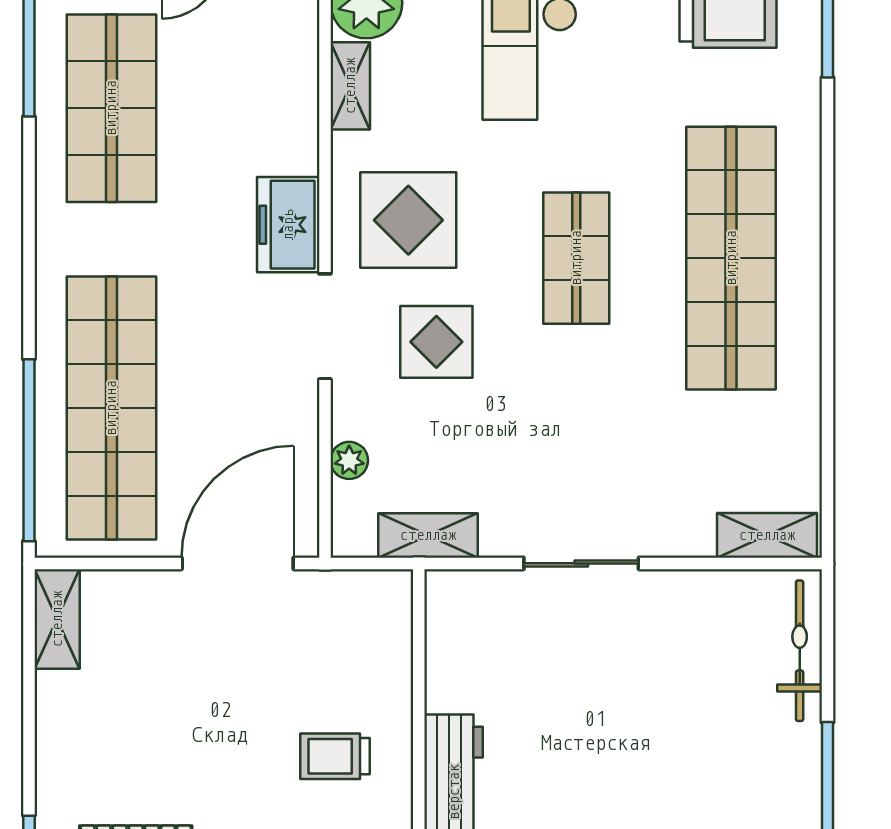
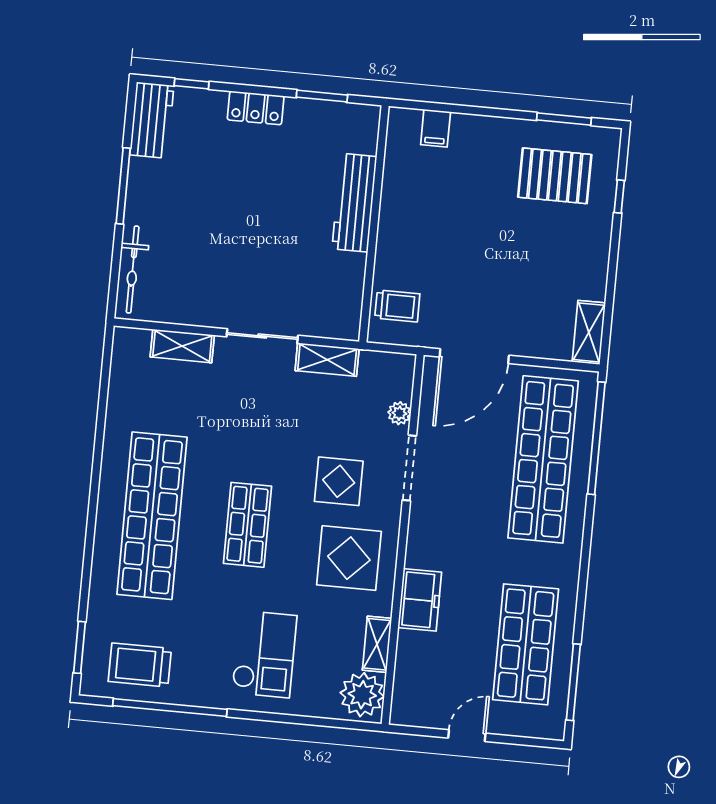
freezer: (288, 225) -> (420, 600), moved
doorway: (325, 326) -> (409, 468), moved
shelving: (428, 535) -> (327, 360), moved
shelving: (767, 535) -> (182, 346), moved
trolley: (335, 756) -> (397, 306), moved

